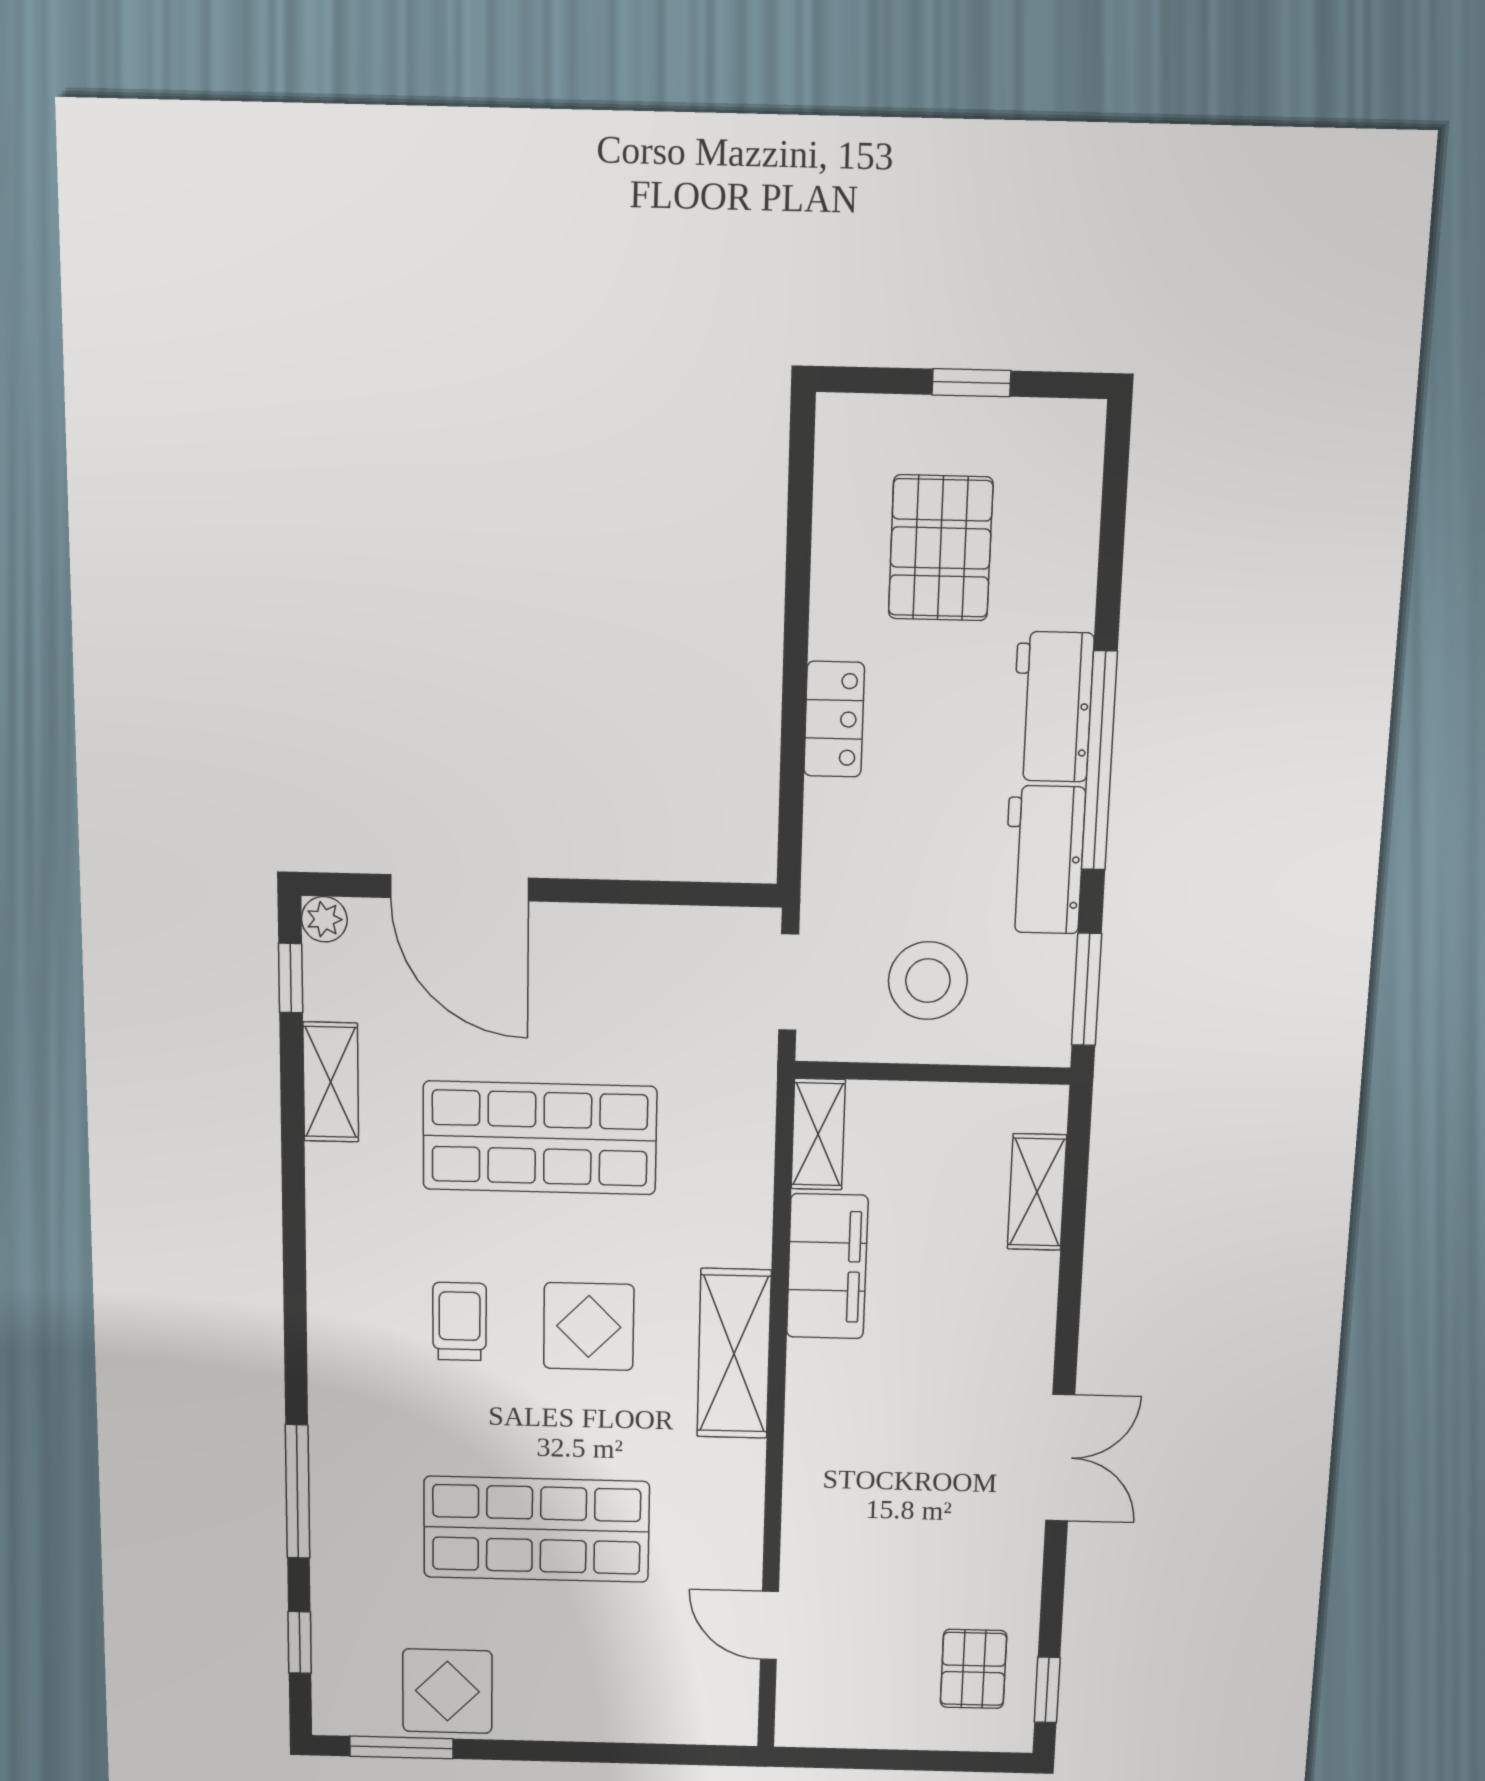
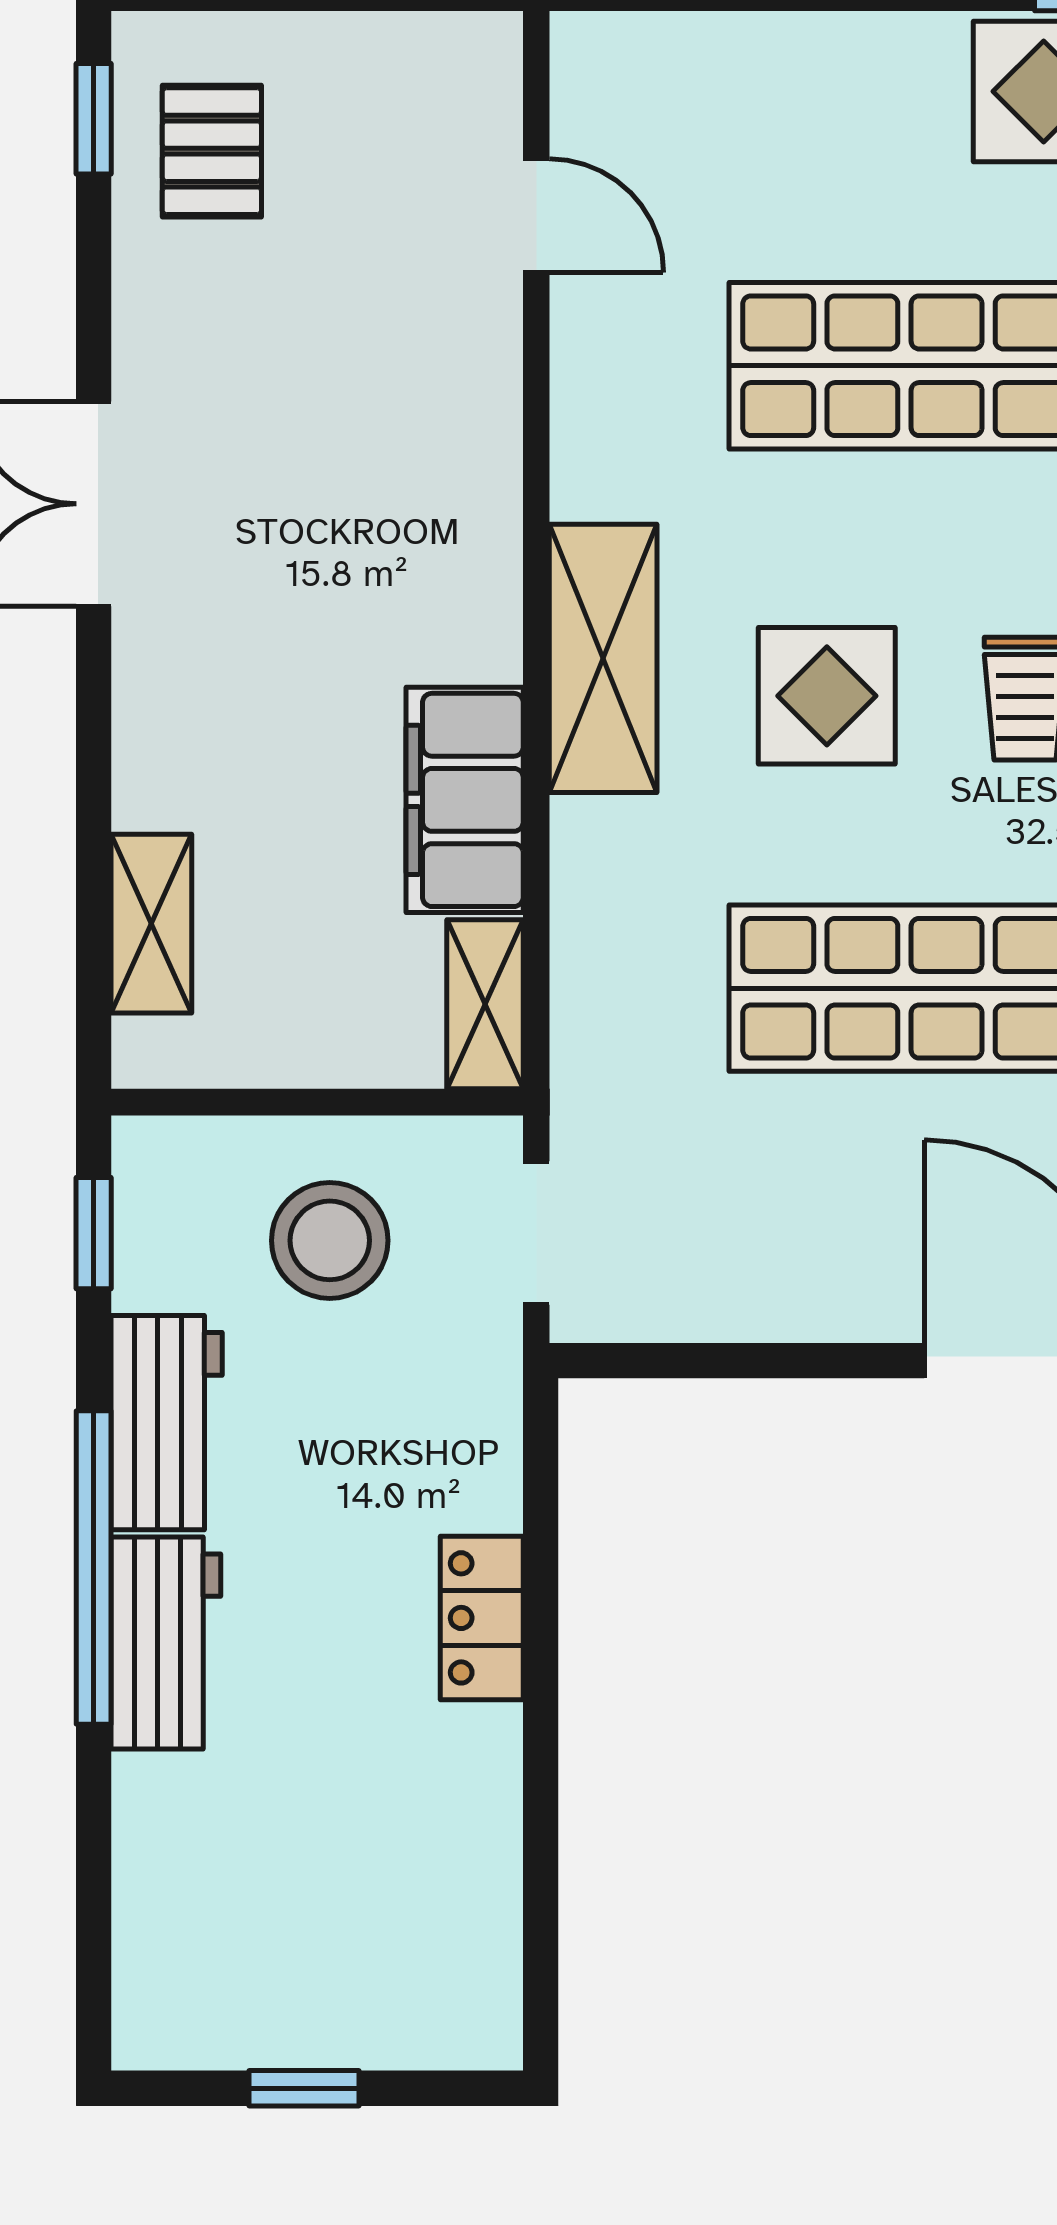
pallet: (941, 548) -> (338, 1862), removed
window: (1087, 989) -> (94, 1233), width x0.67

